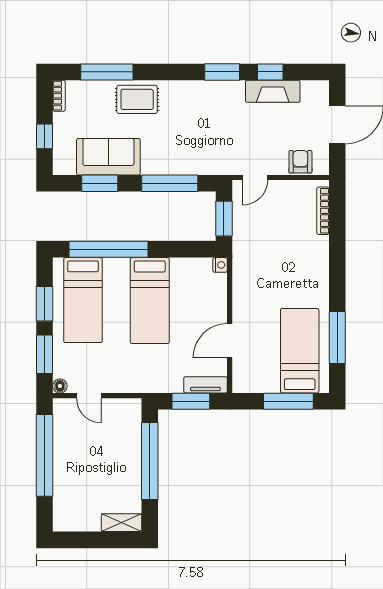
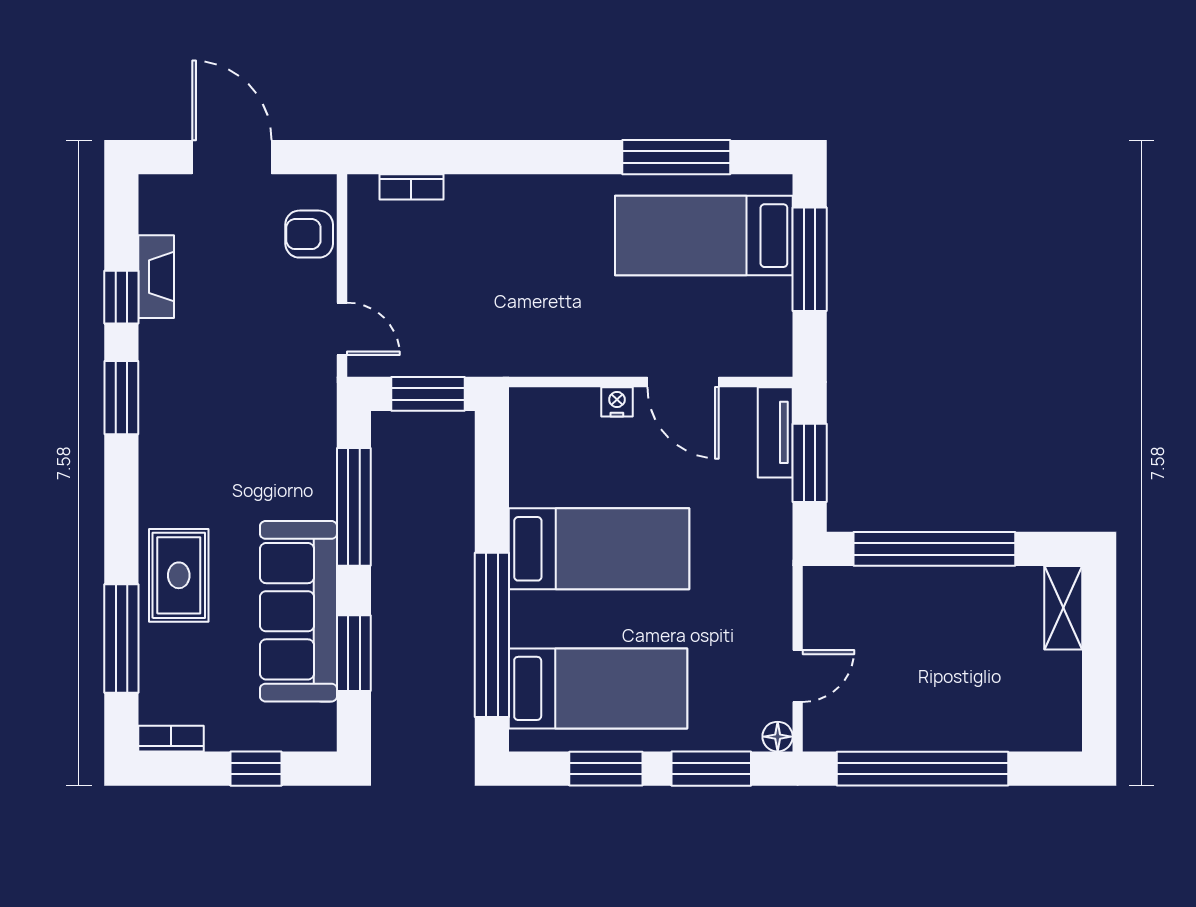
fireplace: (273, 91) -> (156, 277), width x0.73, depth x0.76
sofa: (108, 157) -> (299, 611), width x1.36
bookcase: (323, 211) -> (411, 187), width x0.64
nightstand: (220, 265) -> (617, 402), moved

